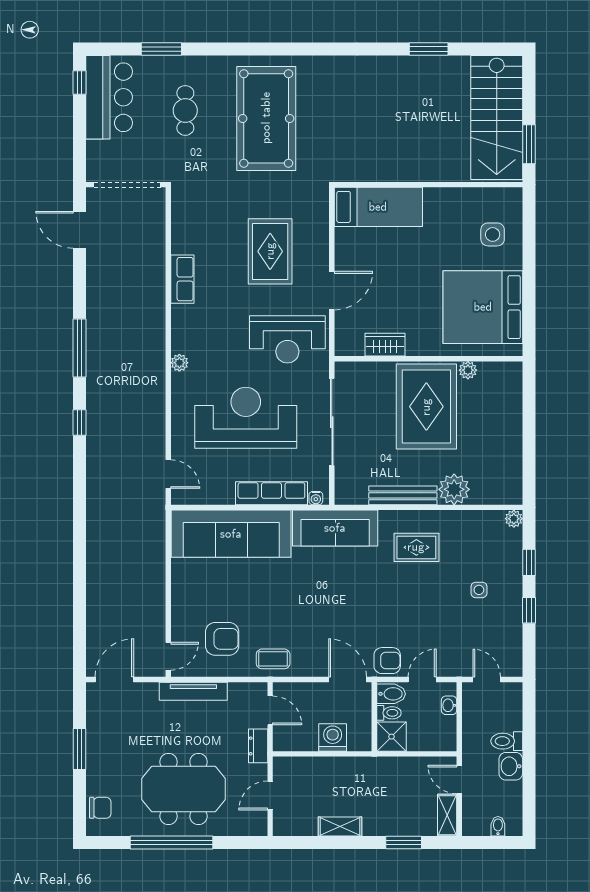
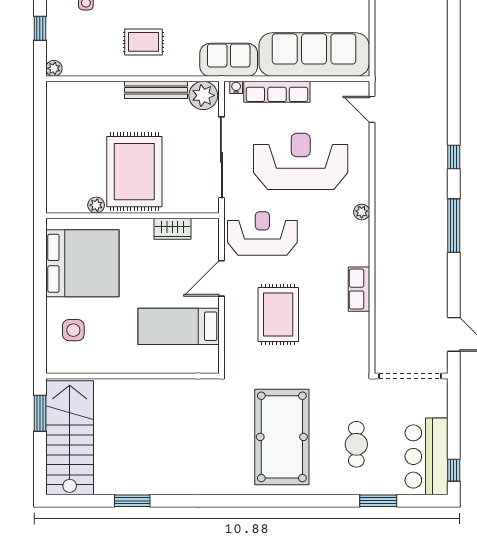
bed: (378, 207) -> (179, 326), moved
reception desk: (246, 418) -> (301, 161), turned 180
plant: (454, 489) -> (203, 95), moved
sofa: (335, 528) -> (229, 60), width x0.73

